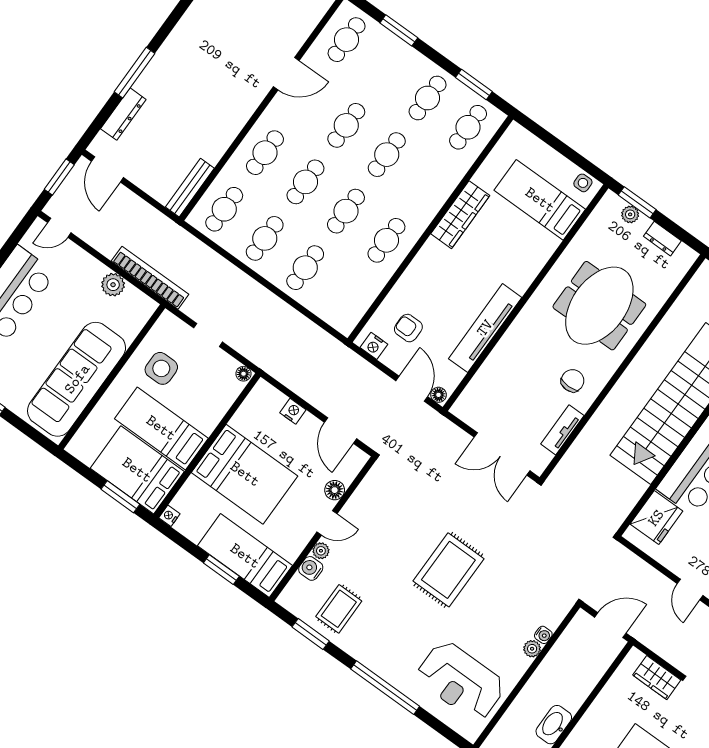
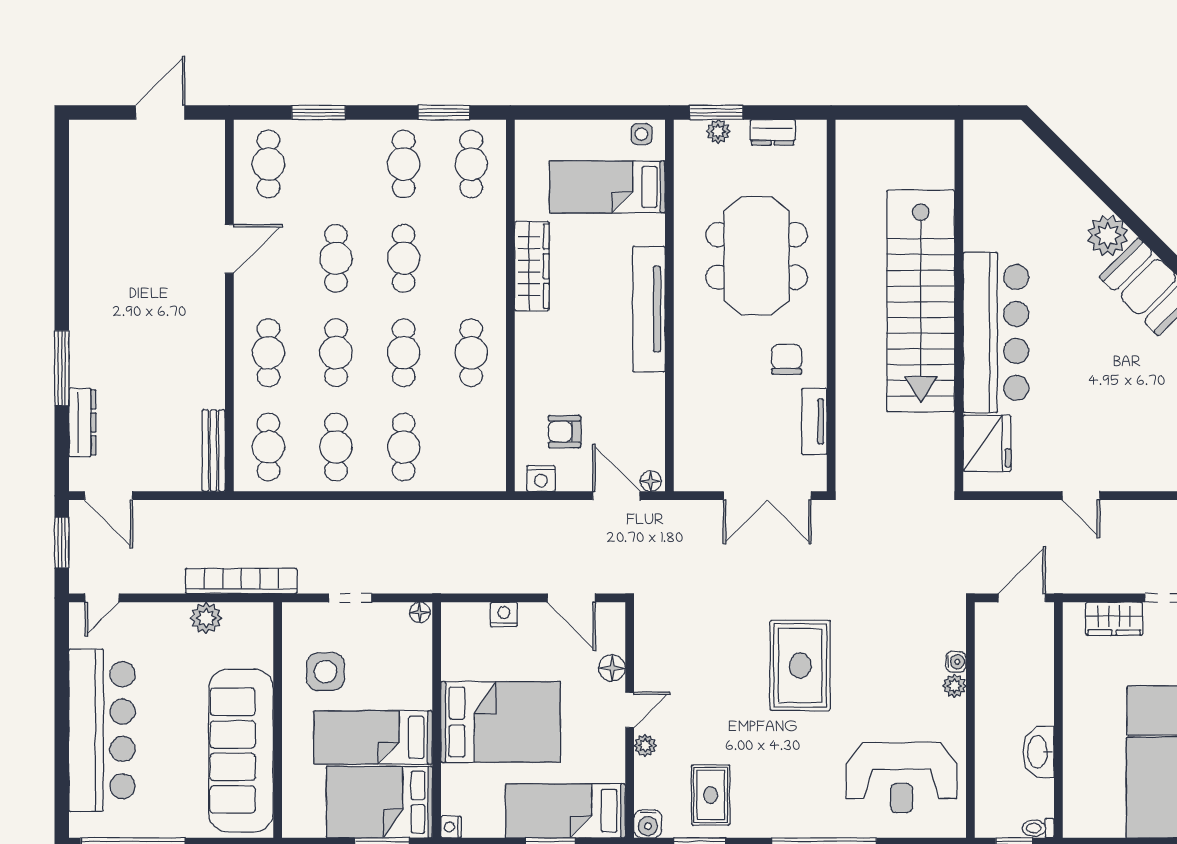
tv unit: (485, 328) -> (649, 309), moved
water cooler: (311, 568) -> (648, 824), moved, turned -90

